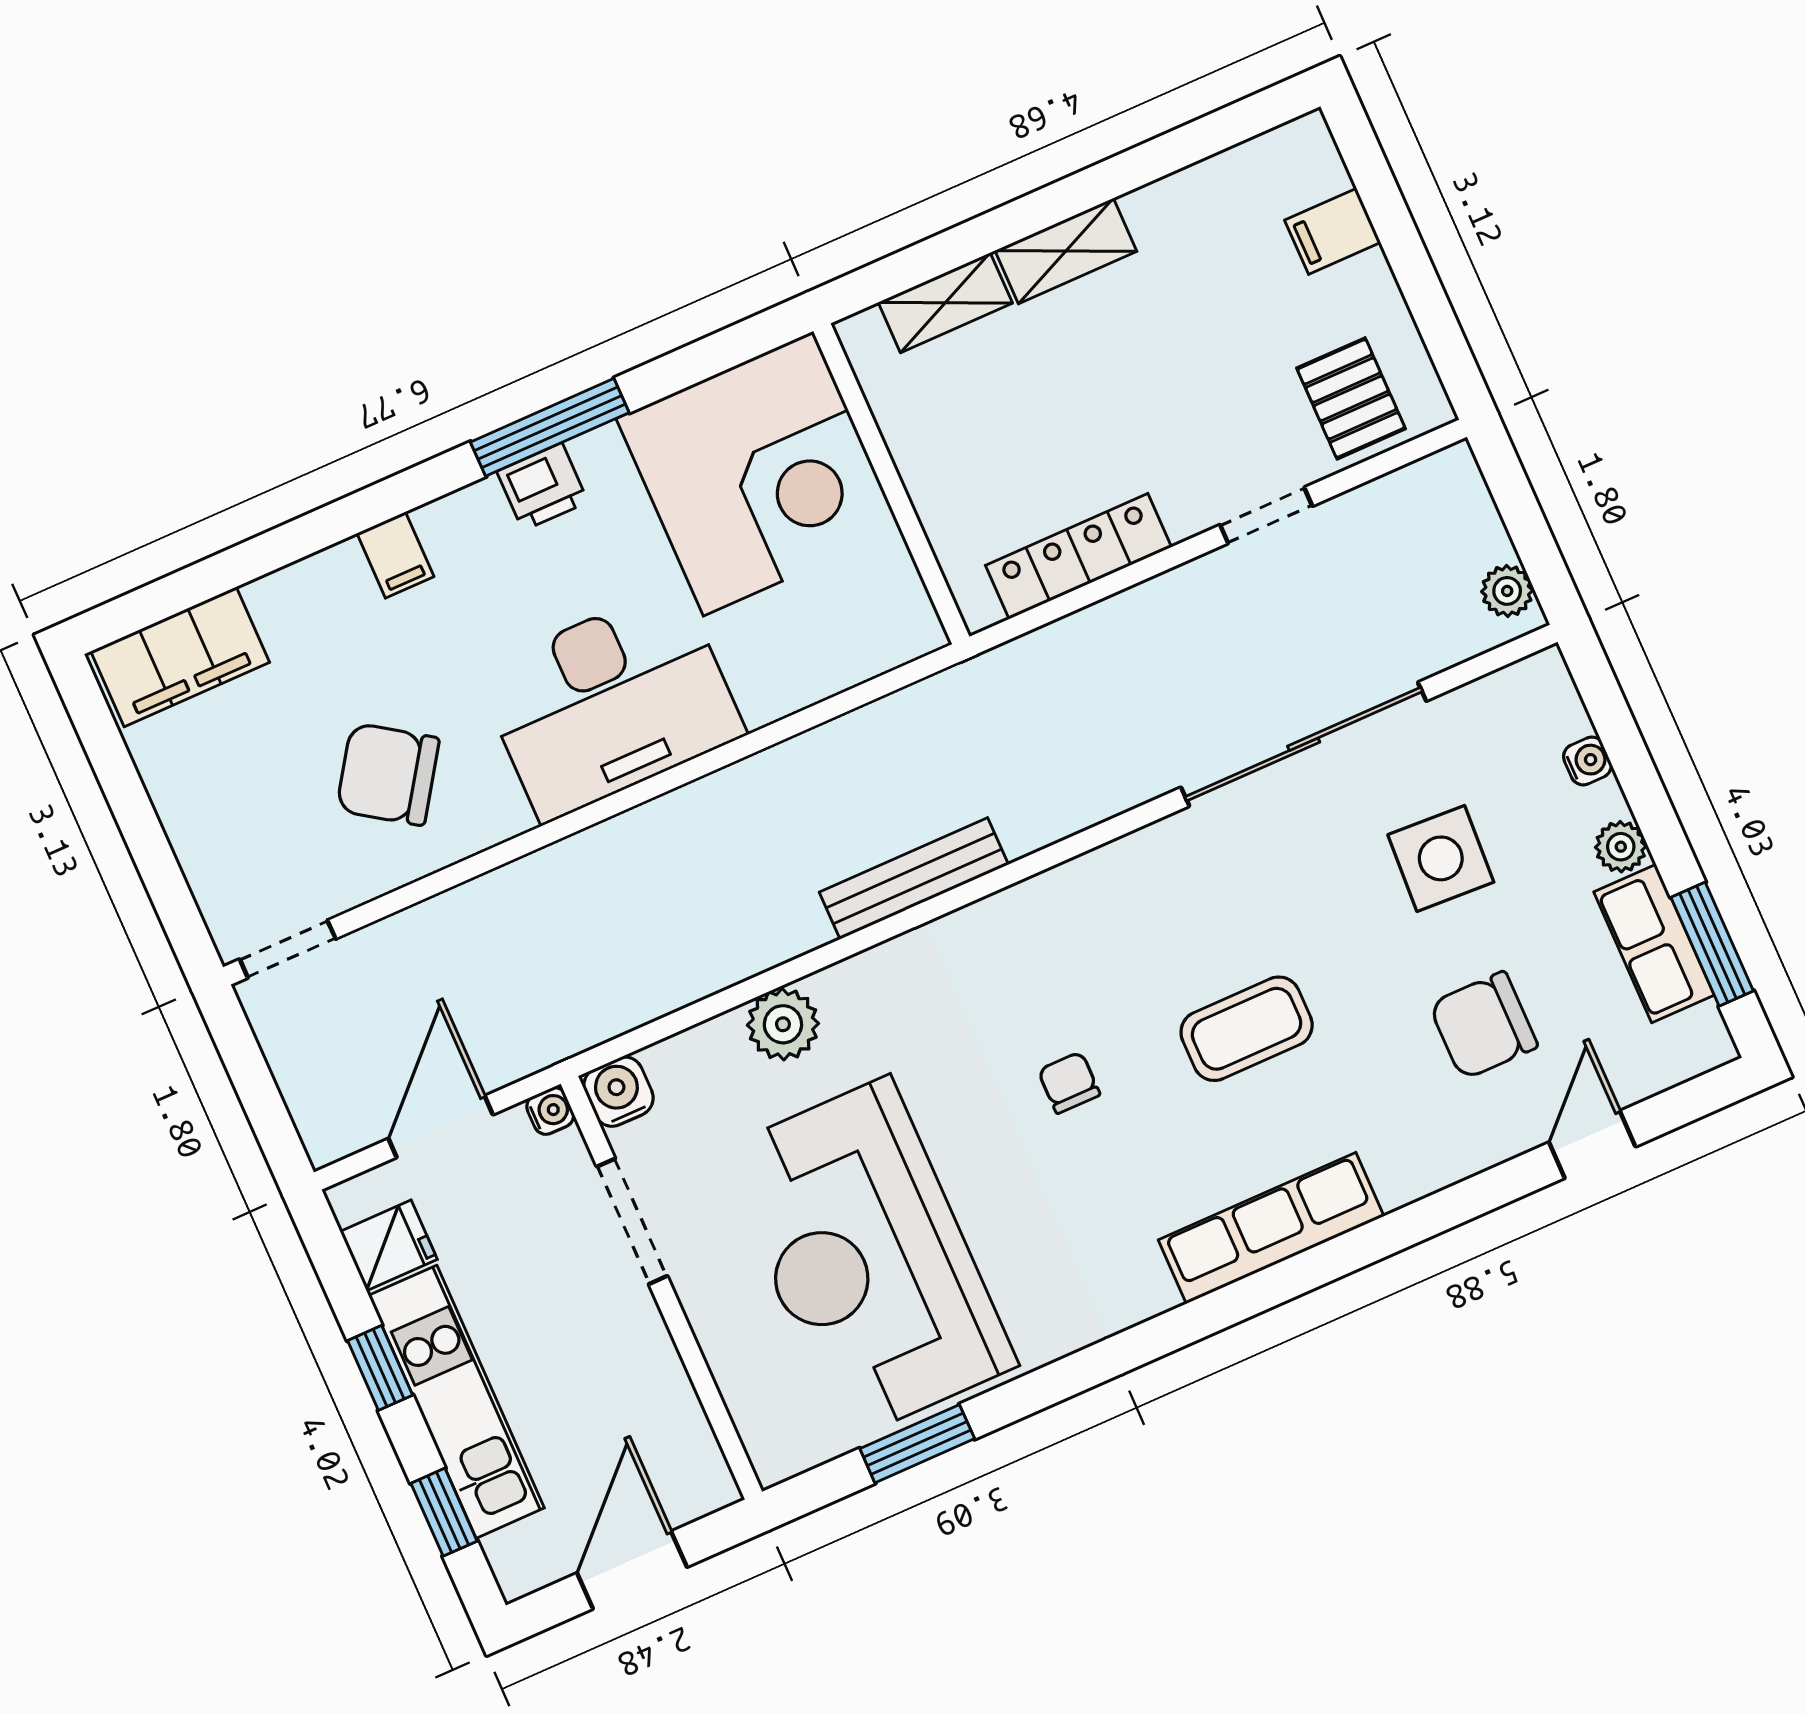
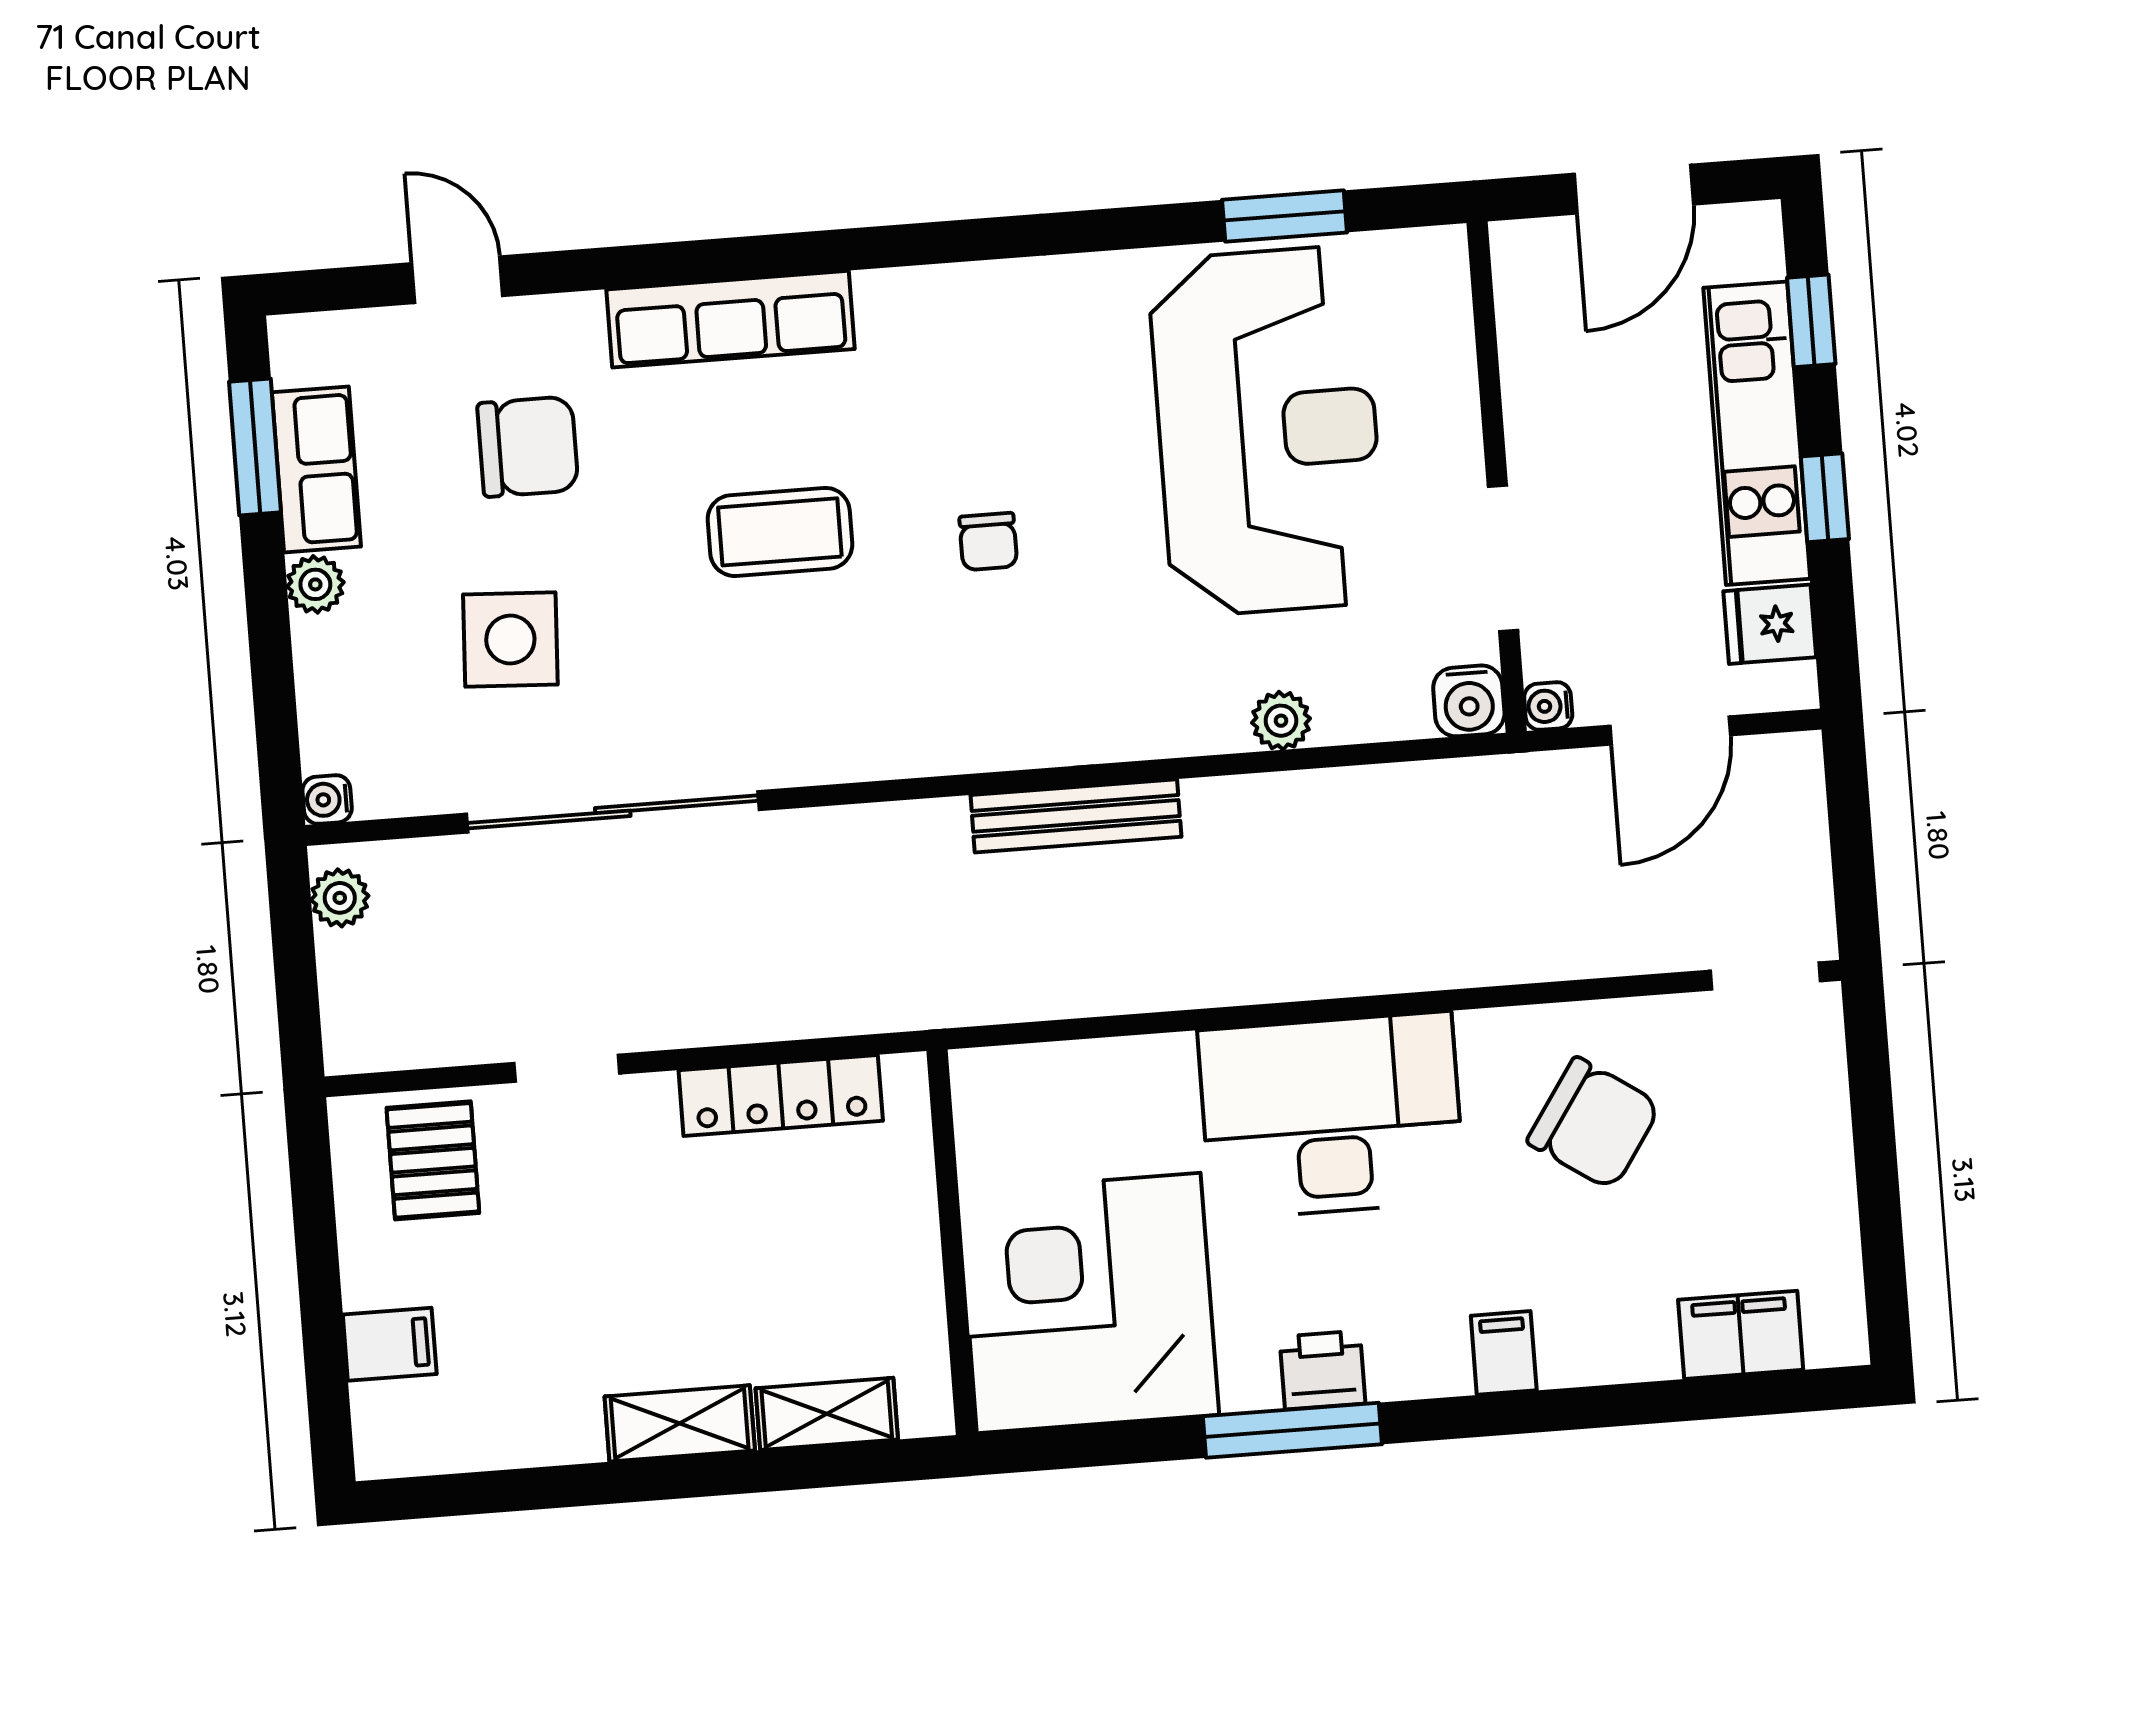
filing cabinet: (180, 657) -> (1741, 1335), width x0.67, depth x0.86
water cooler: (1587, 761) -> (327, 800), moved
plant: (783, 1024) -> (1281, 721), width x0.73, depth x0.73
door: (1592, 1145) -> (457, 280), swing flipped
row of seats: (1271, 1228) -> (731, 319), moved

